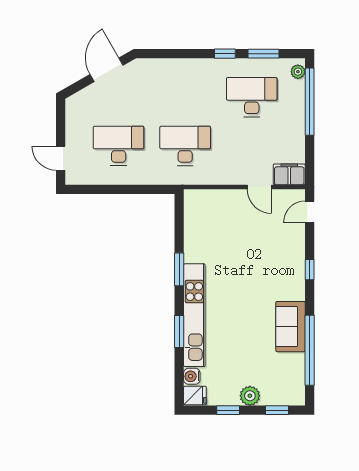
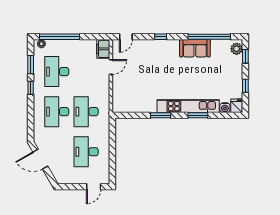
desk: (185, 97) -> (57, 112), added
door: (310, 212) -> (126, 37), hinge flipped
plant: (250, 396) -> (237, 49), moved

